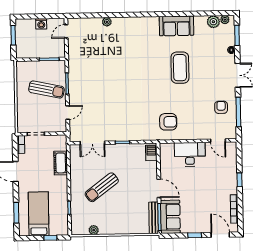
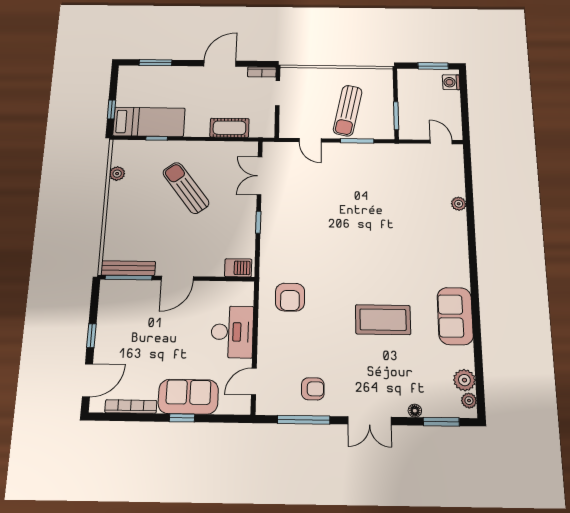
washing machine: (41, 24) -> (451, 82), moved
bed: (39, 214) -> (149, 122), moved
sofa: (170, 217) -> (188, 397), moved, turned 180

